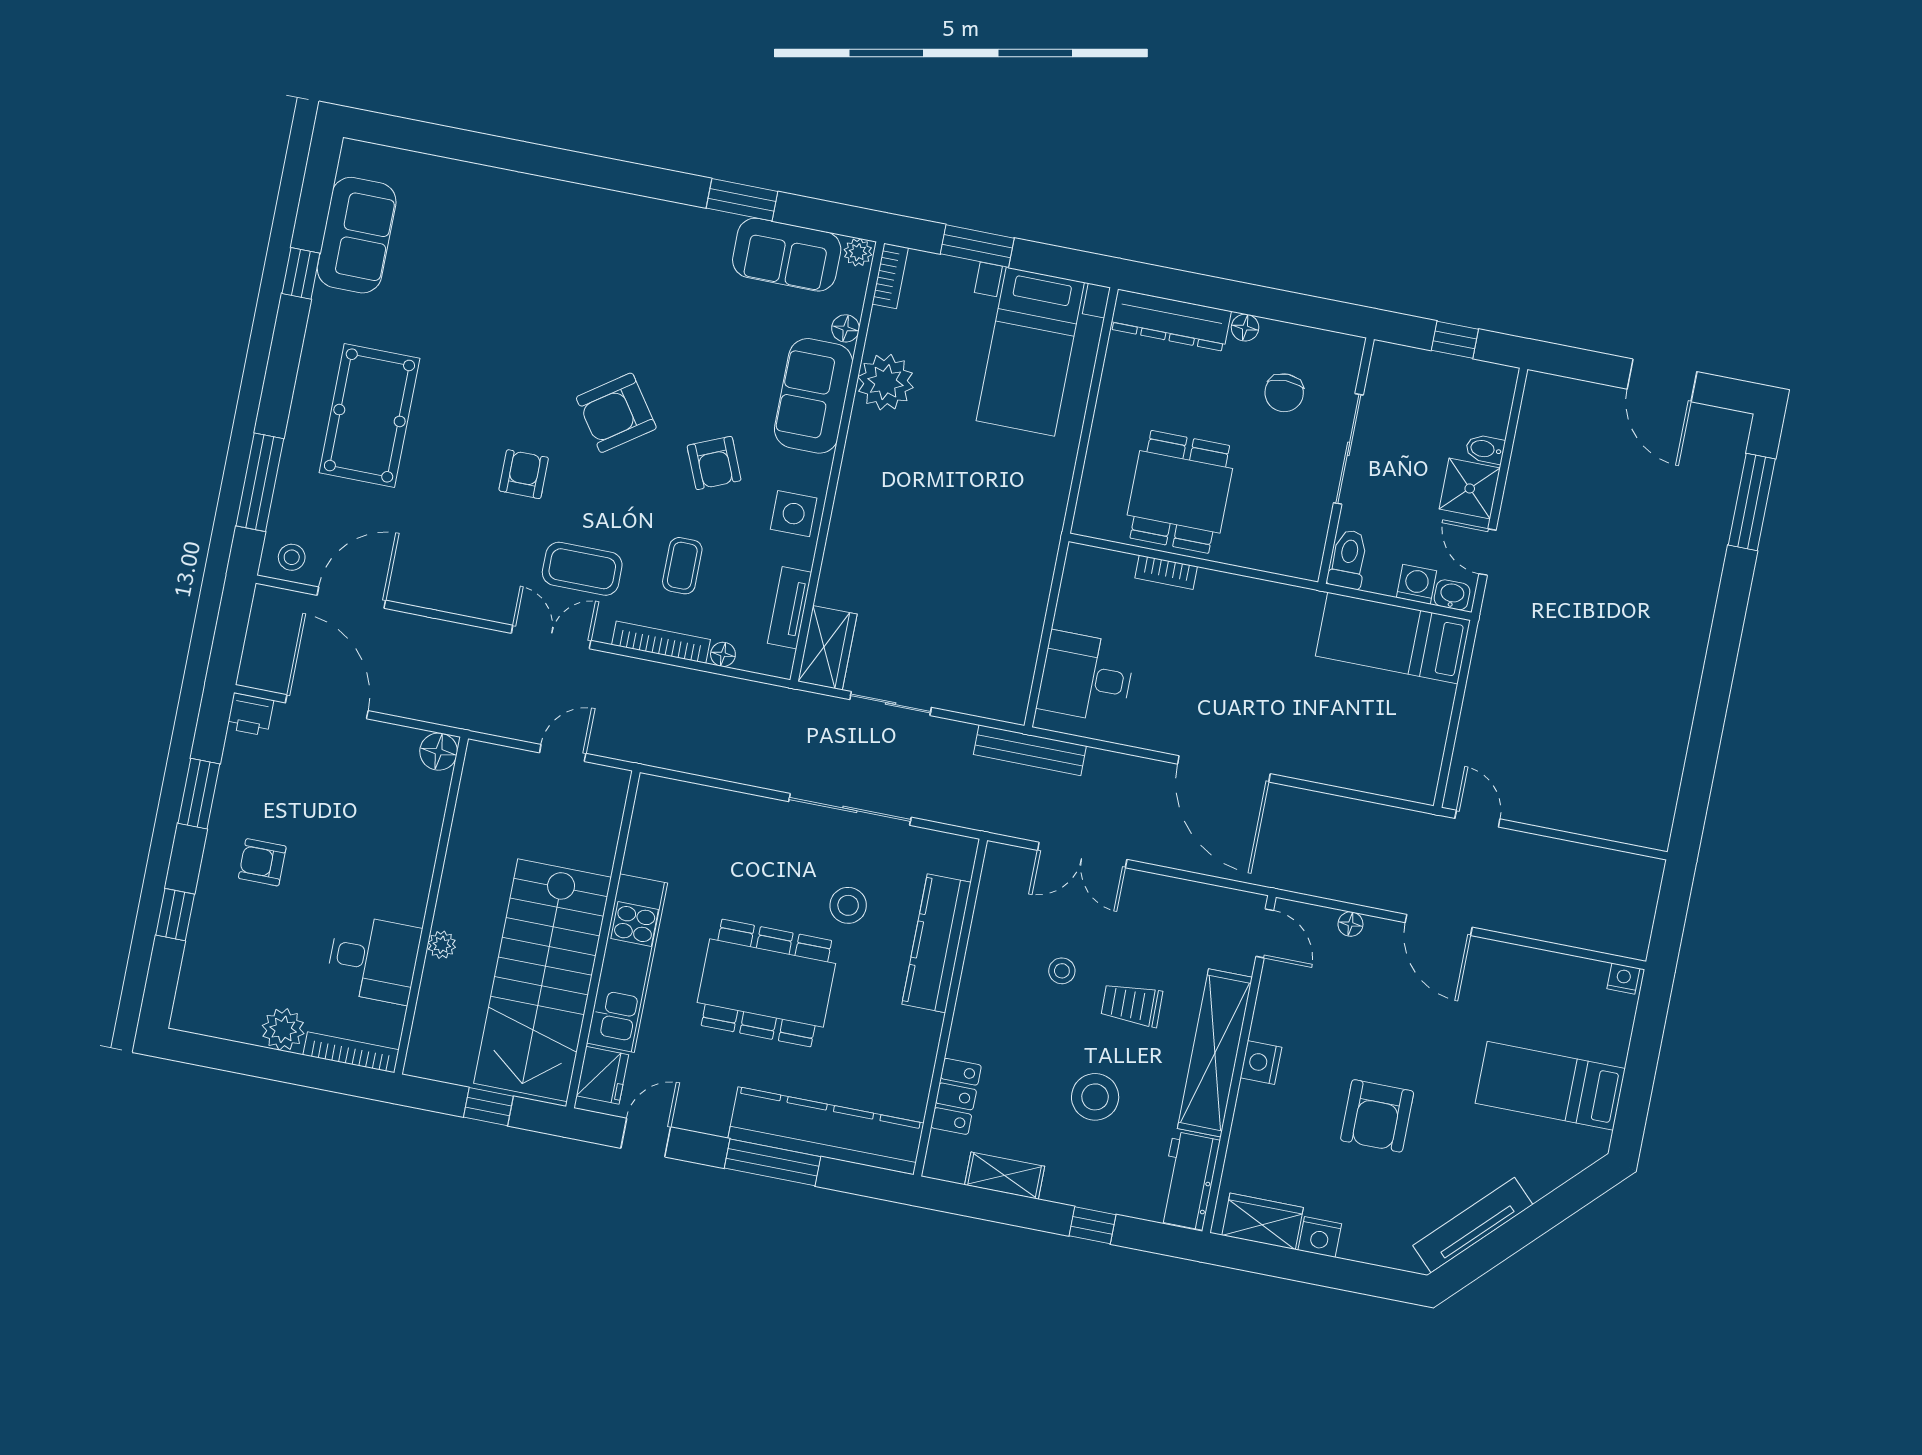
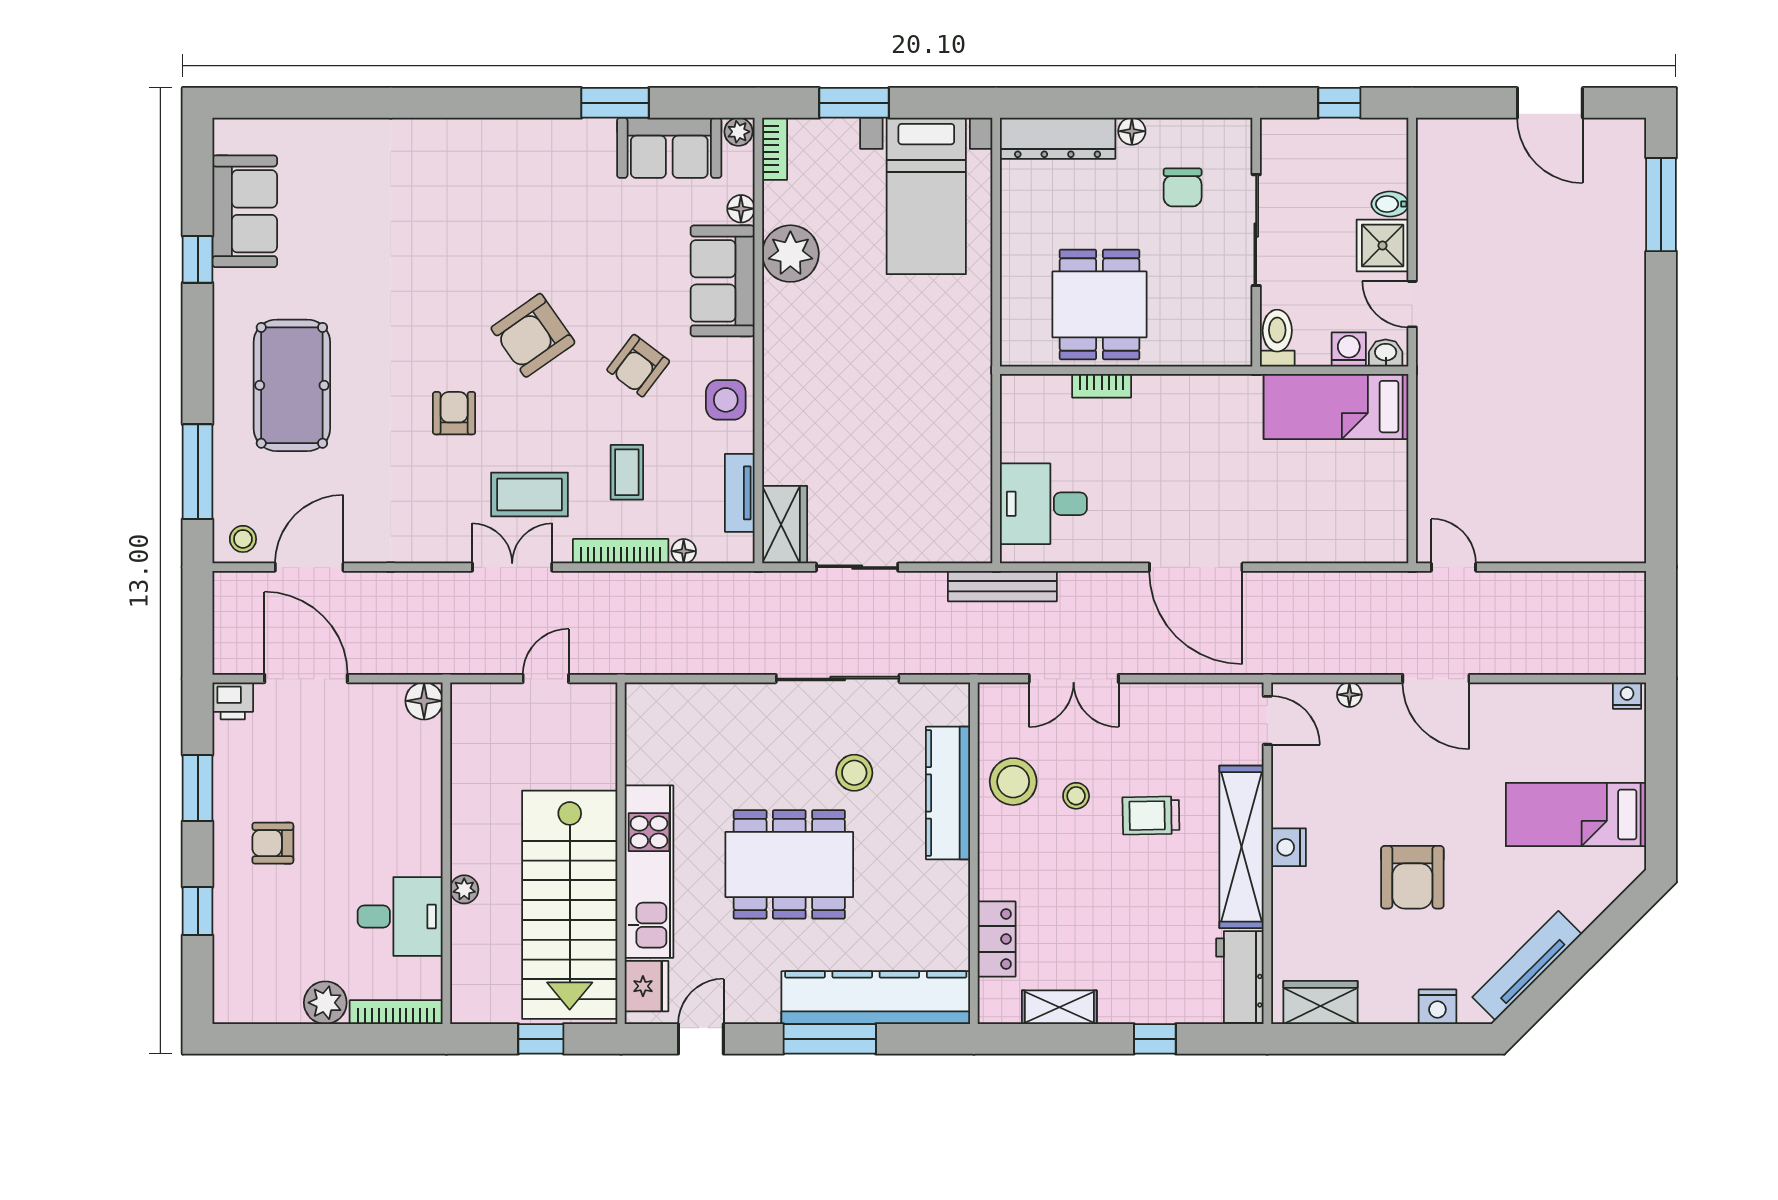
armchair: (714, 463) -> (638, 366), turned 60
stool: (1095, 1097) -> (1013, 782), moved
nightstand: (1320, 1237) -> (1437, 1007), moved

